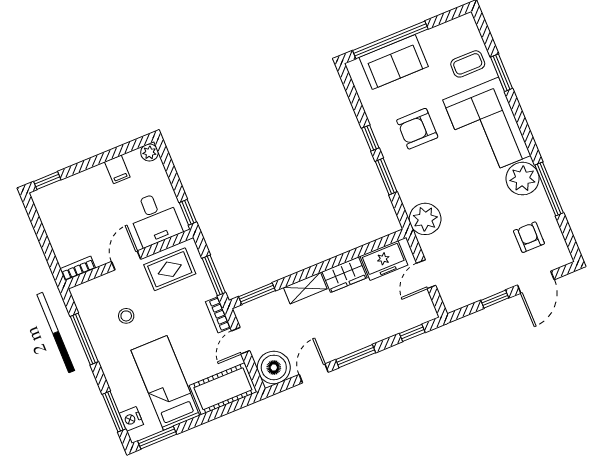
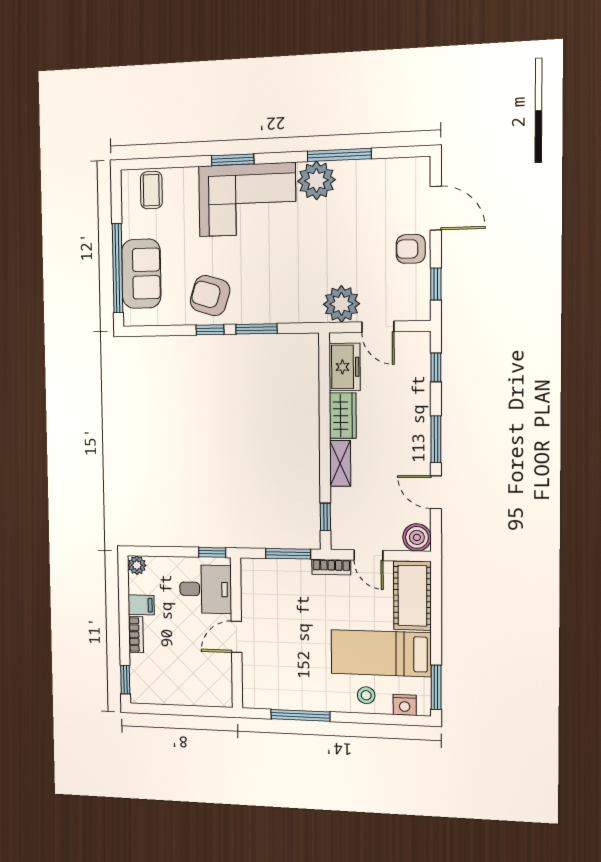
coffee table: (468, 64) -> (151, 190), moved
window: (501, 73) -> (233, 160), moved
armchair: (417, 129) -> (210, 296), moved, turned 107
plant: (425, 219) -> (341, 304), moved
armchair: (529, 237) -> (411, 249), moved
door: (126, 260) -> (236, 637), hinge flipped
bookcase: (78, 268) -> (136, 635), moved, turned 180
rug: (170, 269) -> (263, 596), removed
window: (257, 294) -> (325, 517), width x0.67
window: (495, 299) -> (436, 284), moved
stool: (126, 316) -> (366, 695), moved
boiler: (274, 367) -> (417, 537), width x0.73, depth x0.73
window: (114, 412) -> (389, 719), removed

